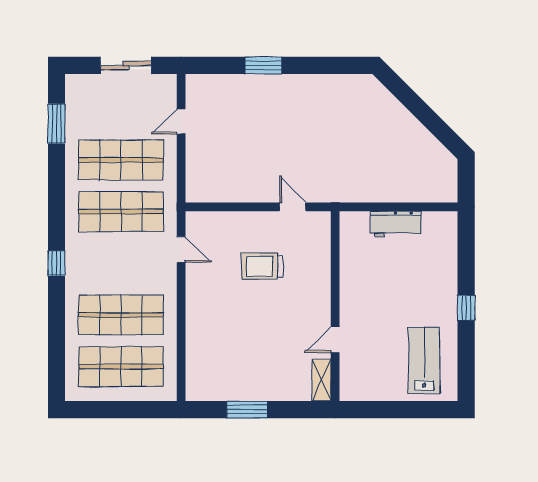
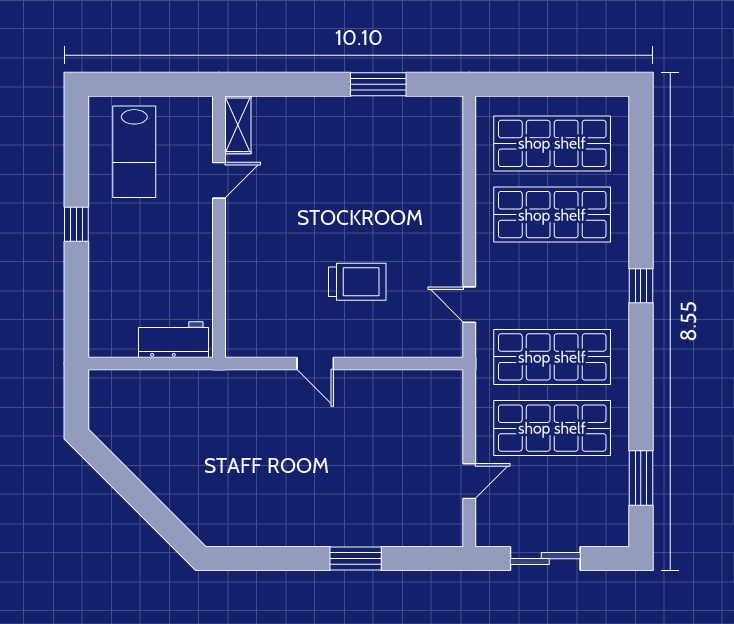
wall: (335, 306) -> (219, 227), moved
door: (335, 340) -> (219, 180), moved
shelving: (322, 380) -> (238, 125), moved

